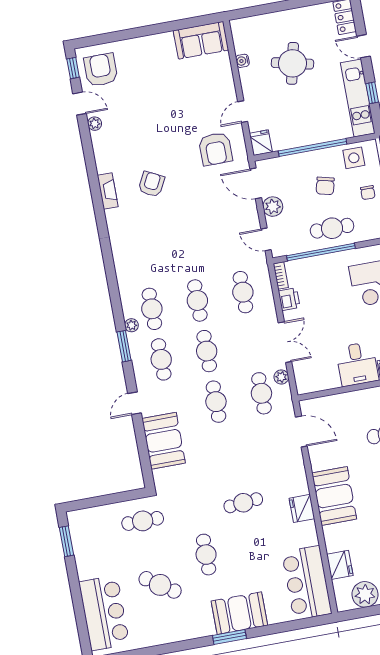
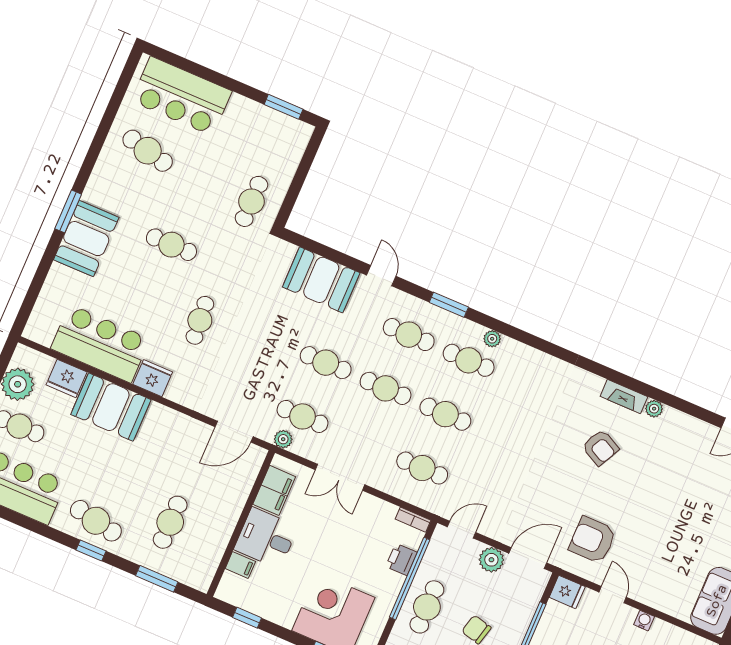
water cooler: (242, 61) -> (644, 621), moved
plant: (95, 124) -> (654, 409), moved
printer: (289, 299) -> (401, 559), moved, turned 90
plant: (131, 325) -> (492, 339), moved
plant: (281, 377) -> (283, 439), moved
filing cabinet: (322, 379) -> (274, 490), added
booth: (334, 496) -> (111, 407), moved
bar counter: (307, 583) -> (100, 344), moved
cafe table: (160, 585) -> (148, 151), moved, turned 69

